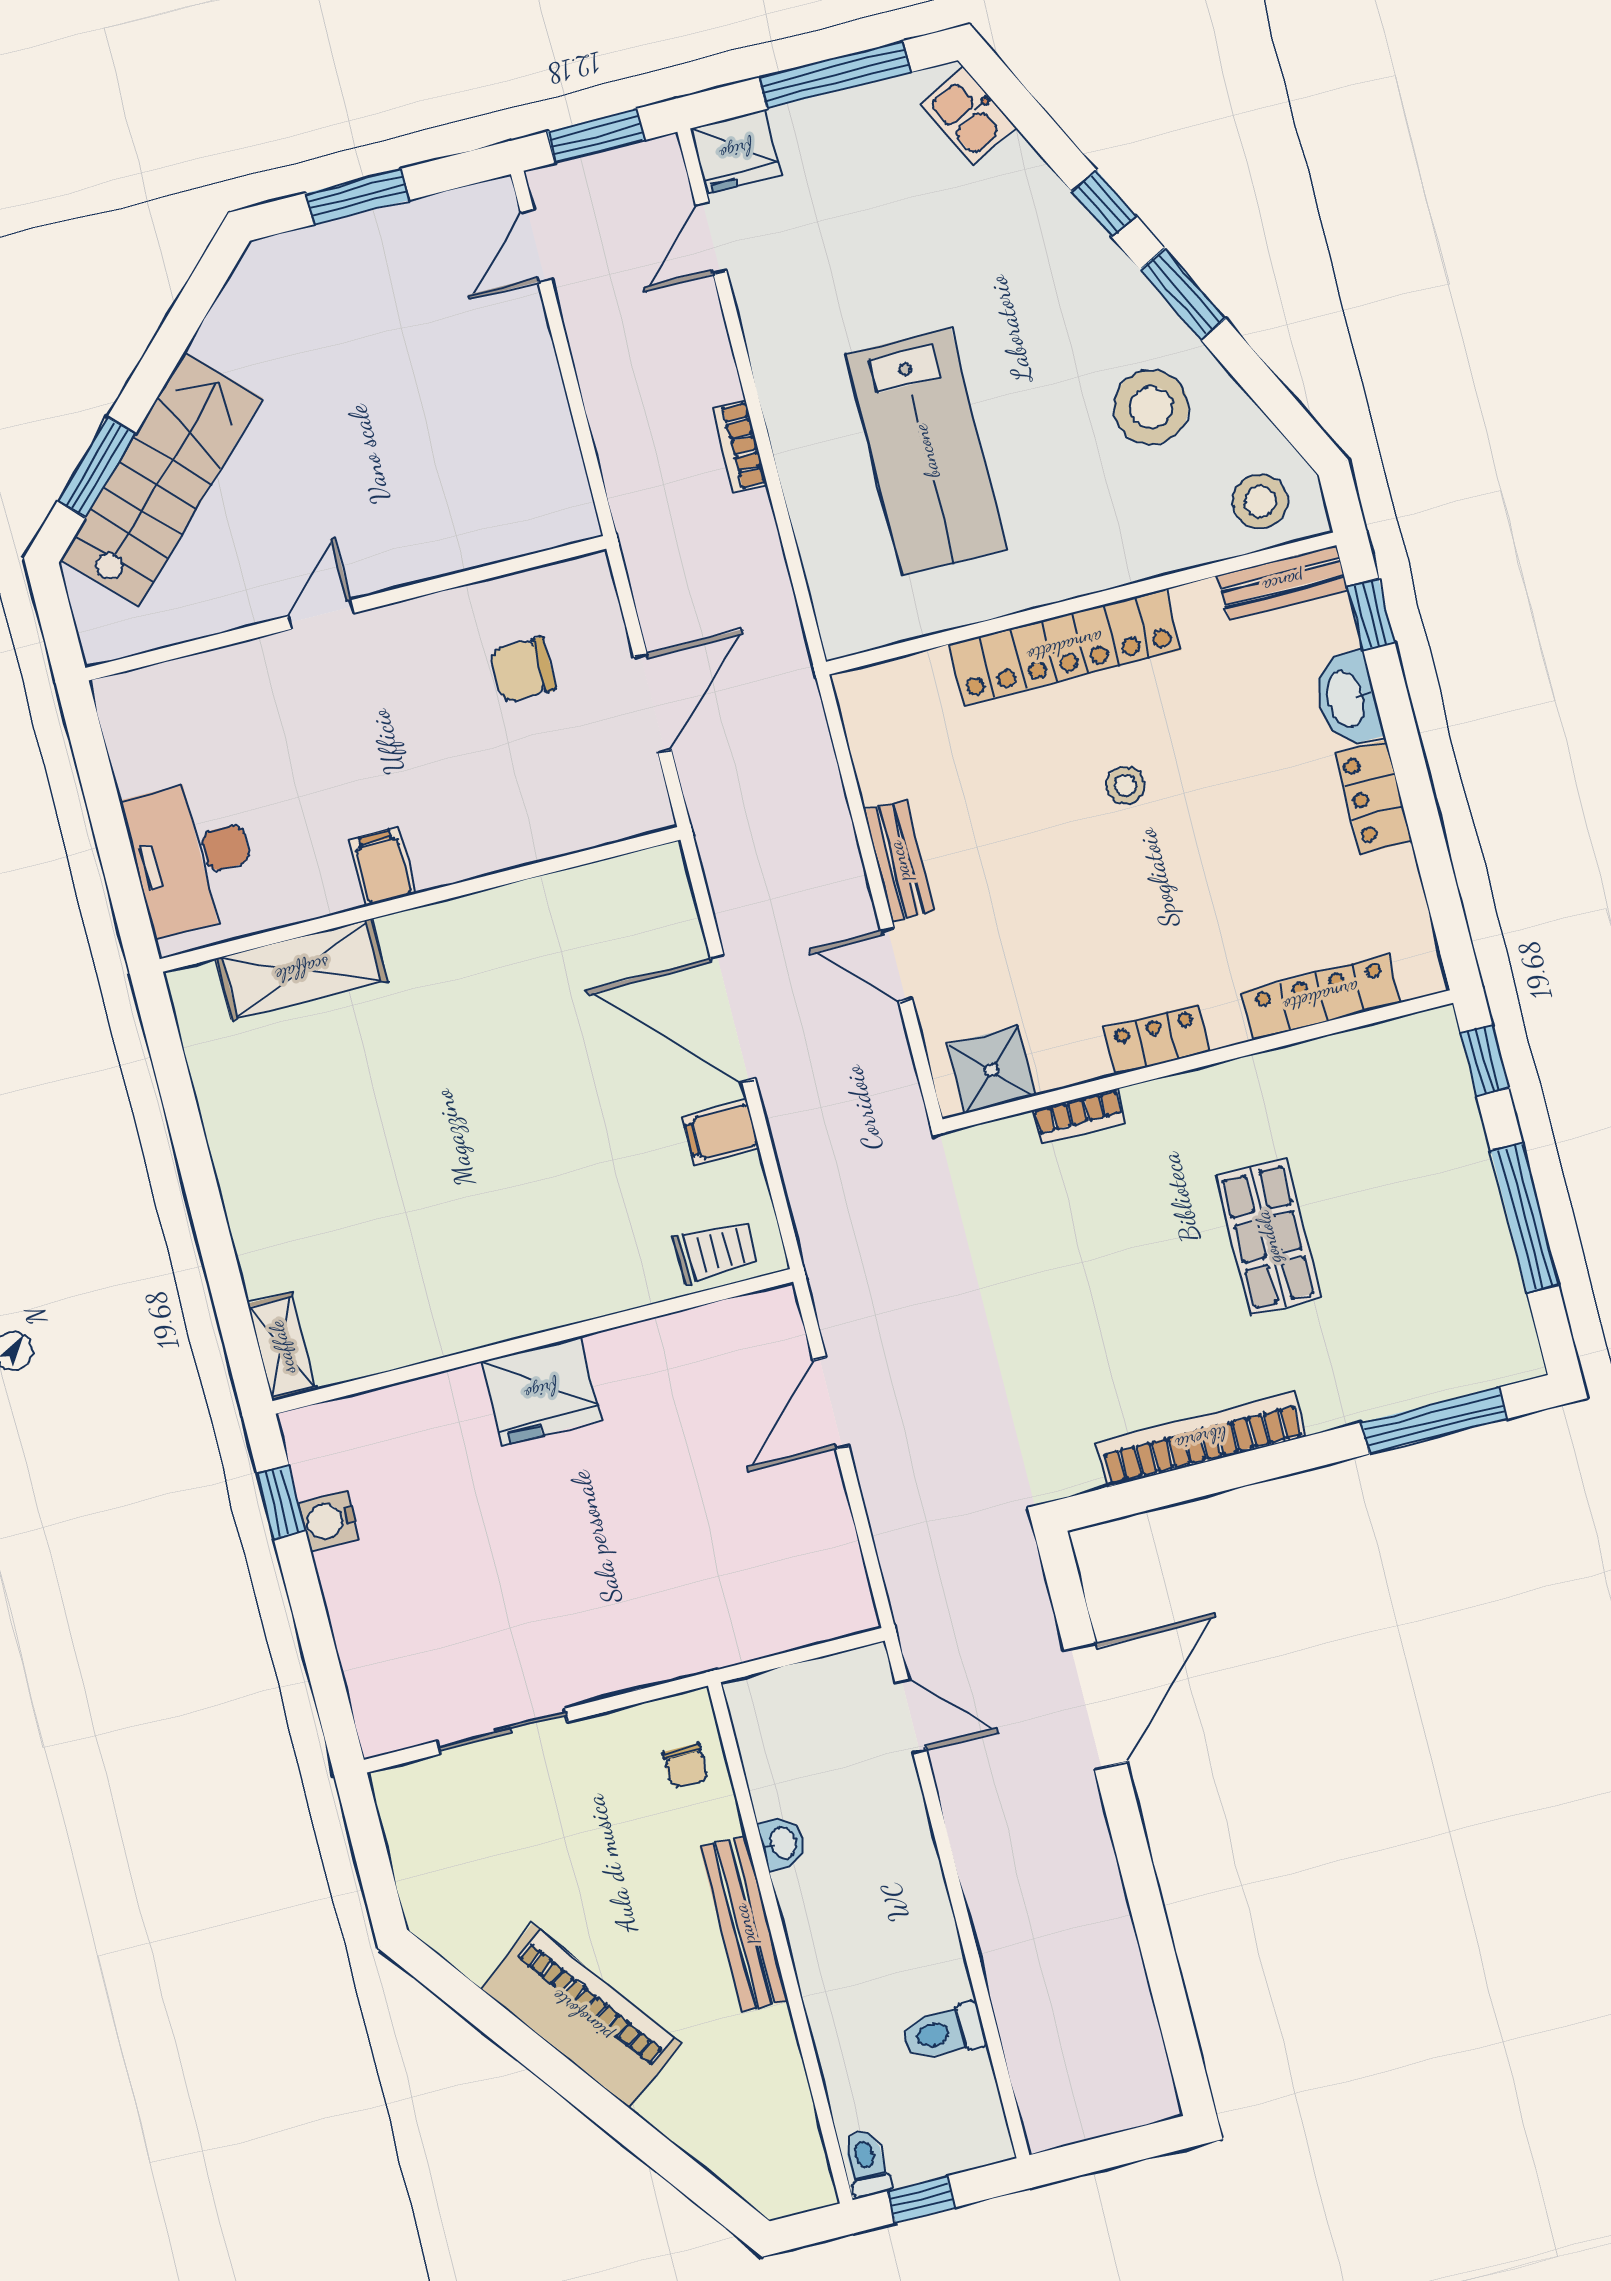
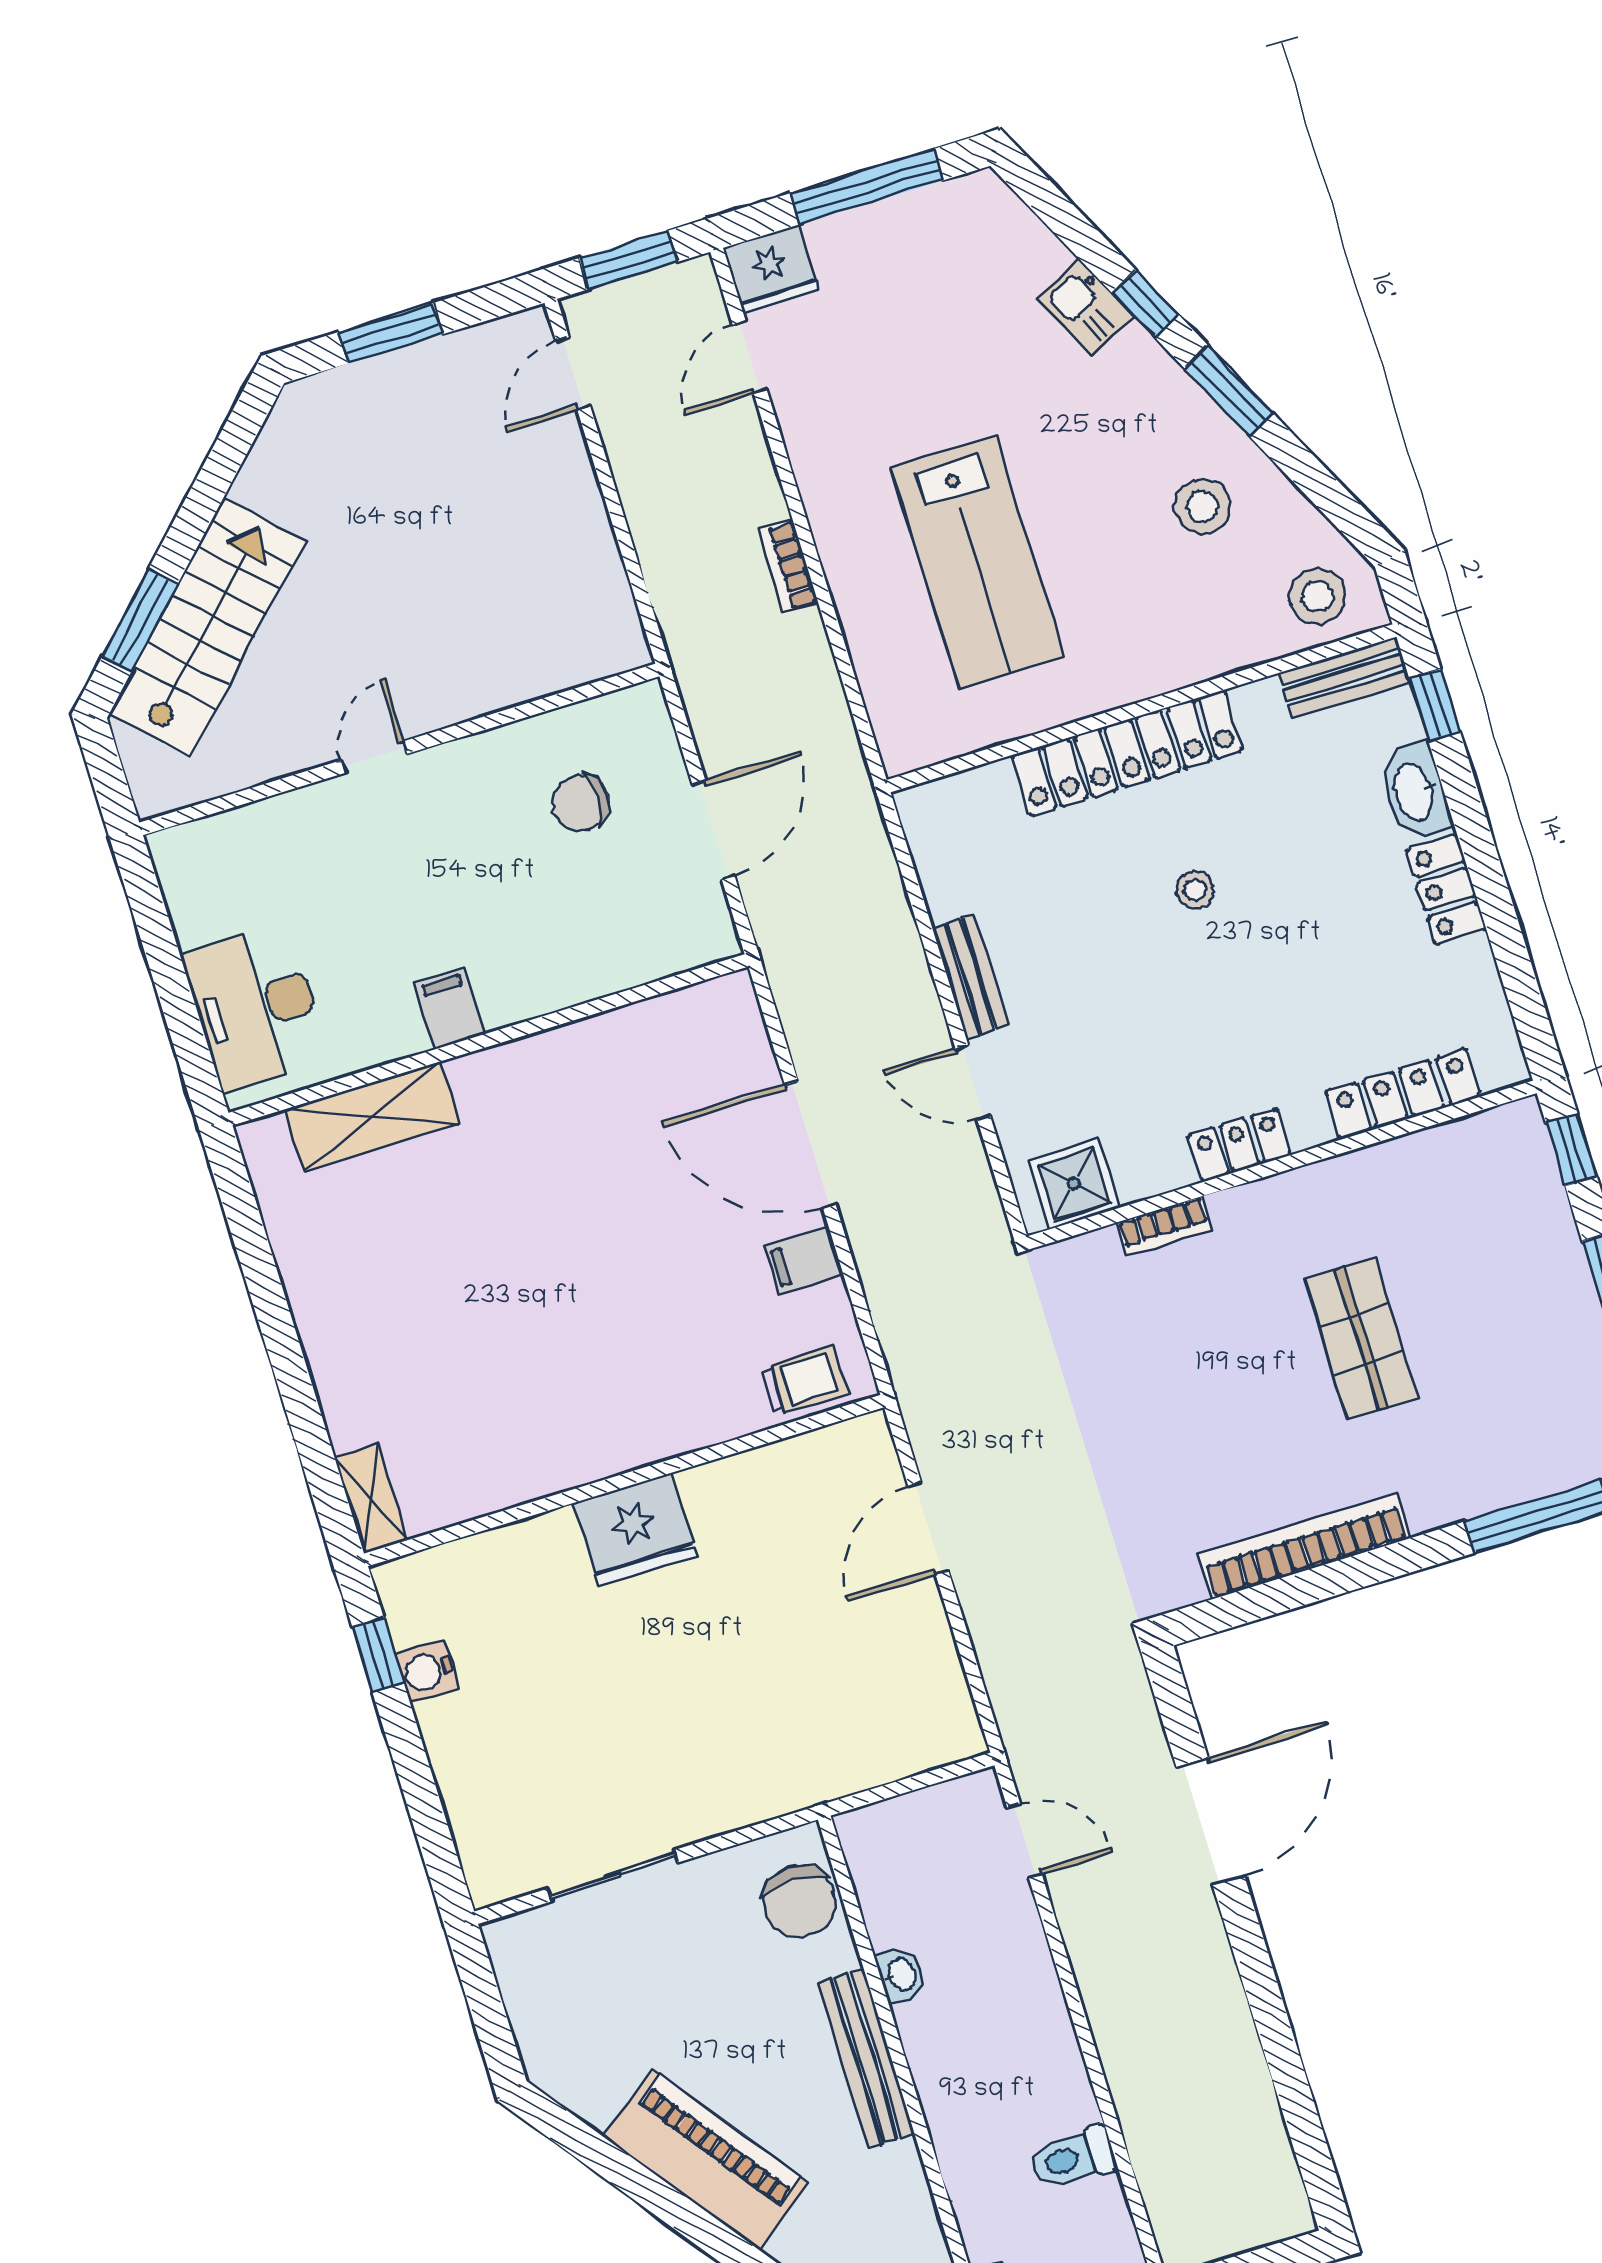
kitchen sink: (968, 116) -> (1086, 307), moved
stool: (1151, 407) -> (1202, 507), width x0.73, depth x0.73
chair: (685, 1766) -> (799, 1902), width x1.87, depth x1.87

